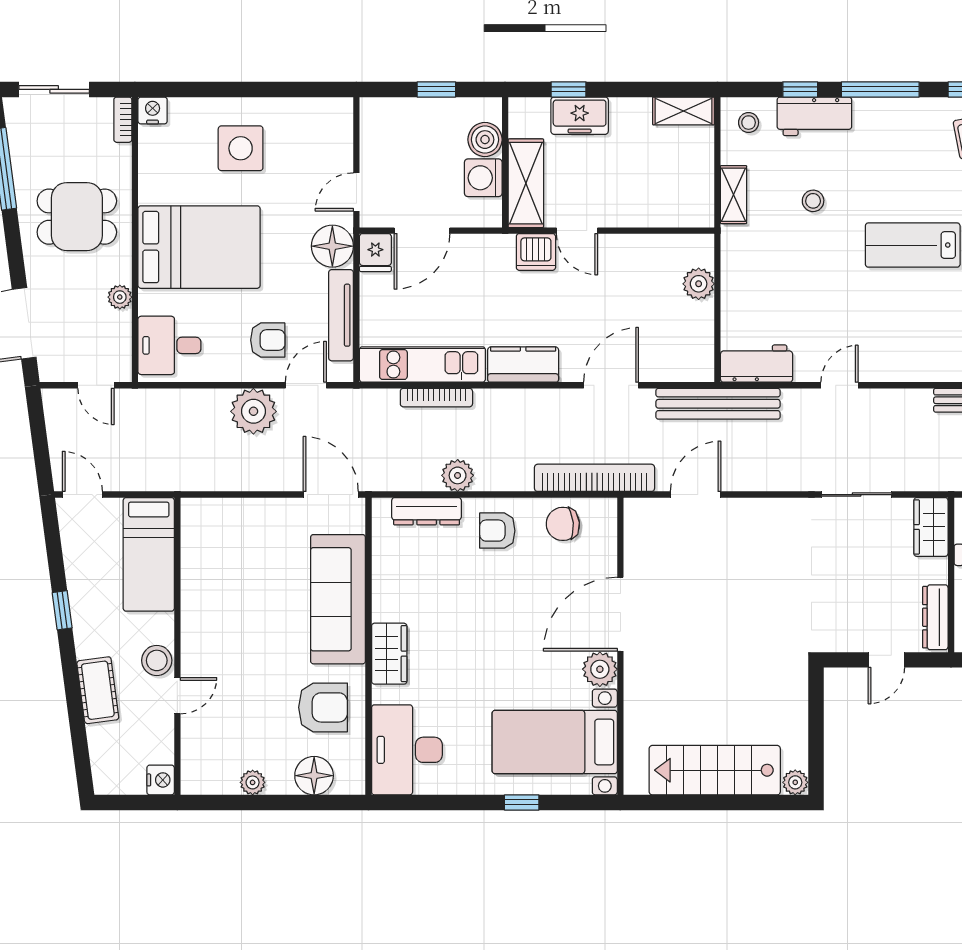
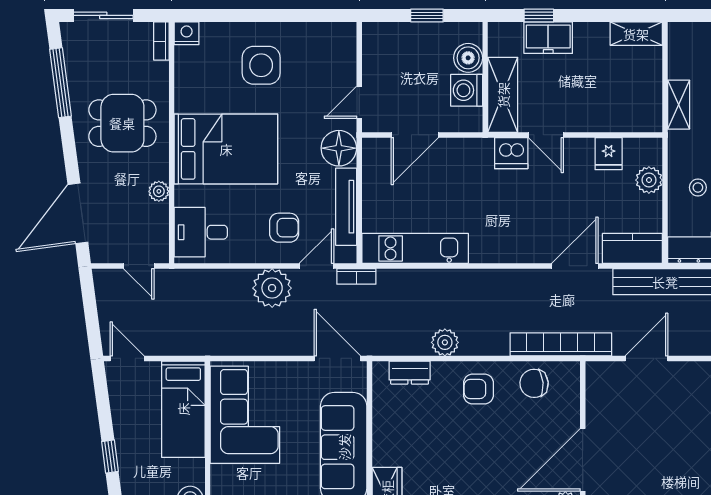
stool: (749, 123) -> (698, 187), moved
fridge: (375, 253) -> (609, 154), moved
kitchen counter: (523, 365) -> (632, 248), moved
bookcase: (436, 398) -> (356, 276), moved, width x0.64
dresser: (427, 511) -> (410, 373), width x0.70
corner sofa: (221, 561) -> (245, 415), added

